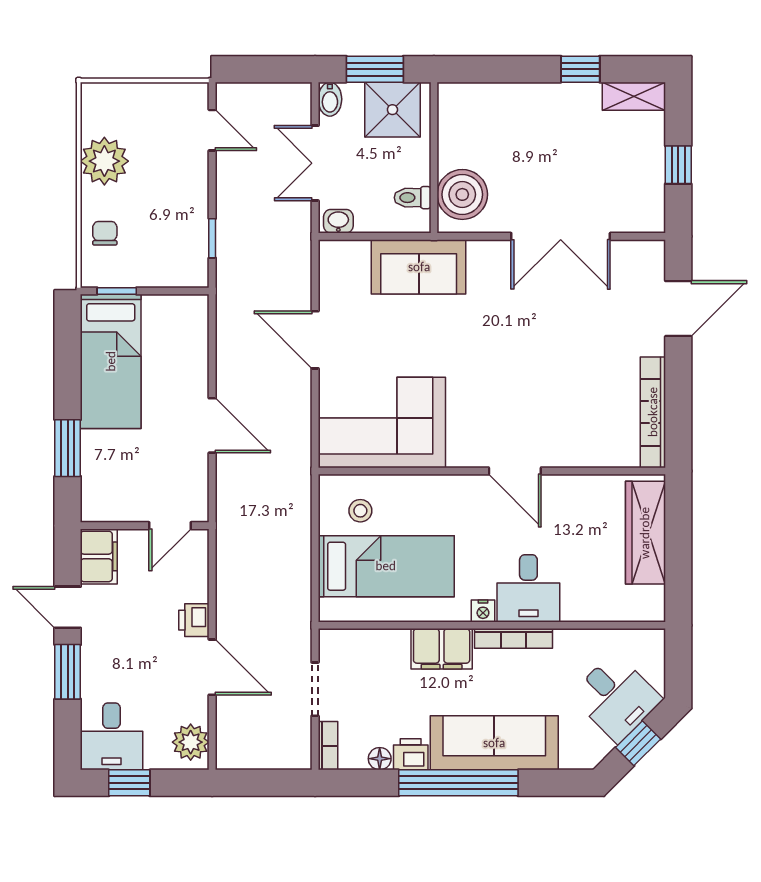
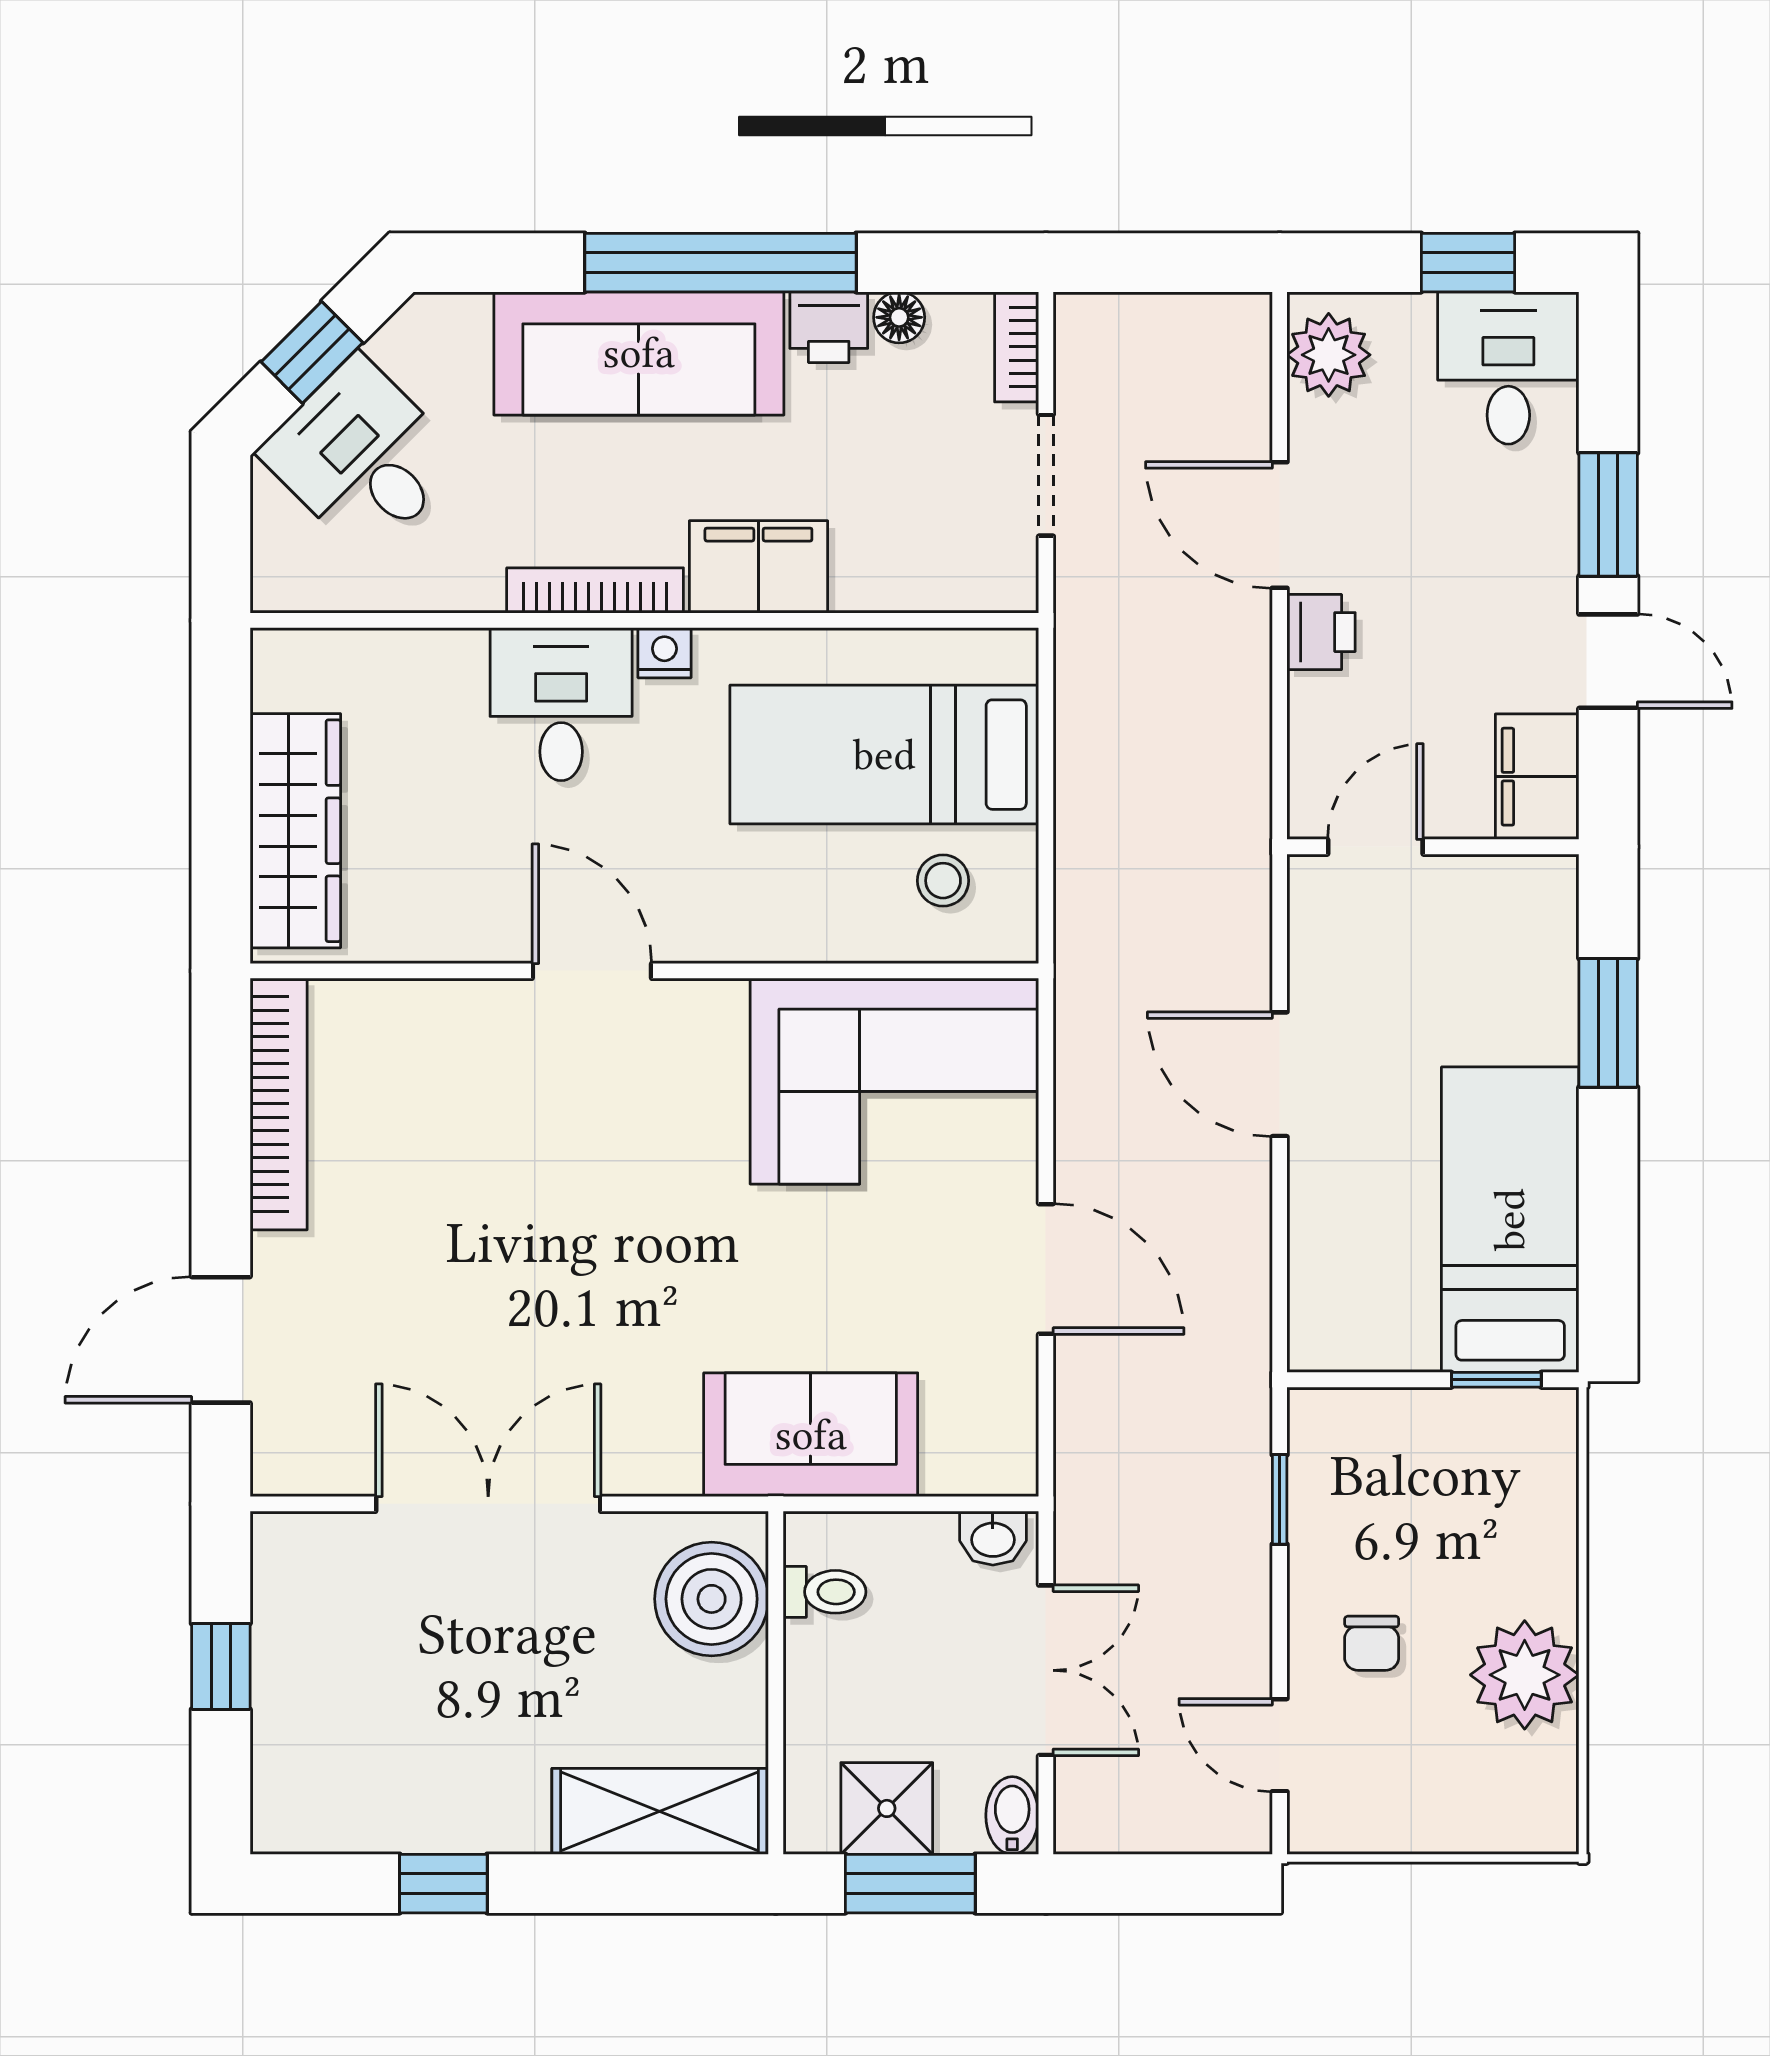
shelving: (634, 96) -> (660, 1811), moved, width x1.50, depth x1.33
shower: (392, 110) -> (887, 1808), width x0.73, depth x0.73
chair: (105, 233) -> (1372, 1643), moved

